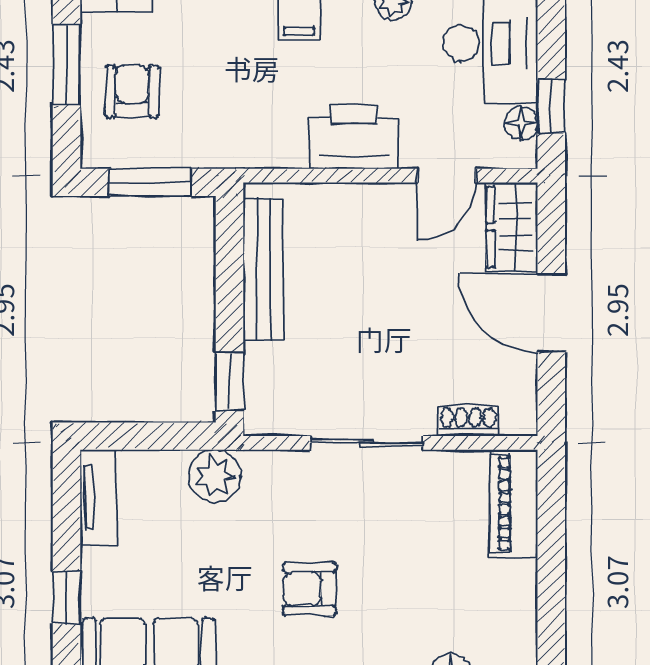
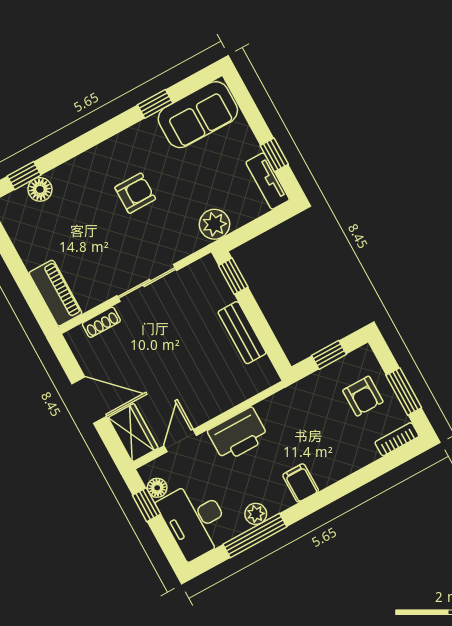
window: (150, 182) -> (329, 355), width x0.67
bench: (263, 269) -> (242, 333), width x0.73
window: (66, 598) -> (274, 155), moved

